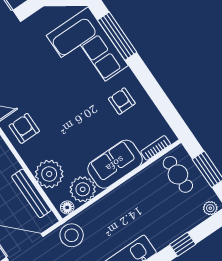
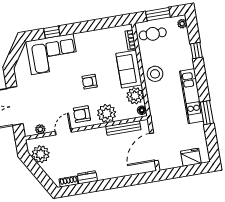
window: (117, 36) -> (52, 32), width x0.46
armchair: (122, 101) -> (90, 82), moved
plant: (49, 174) -> (107, 113), moved
stool: (72, 235) -> (155, 74), moved

